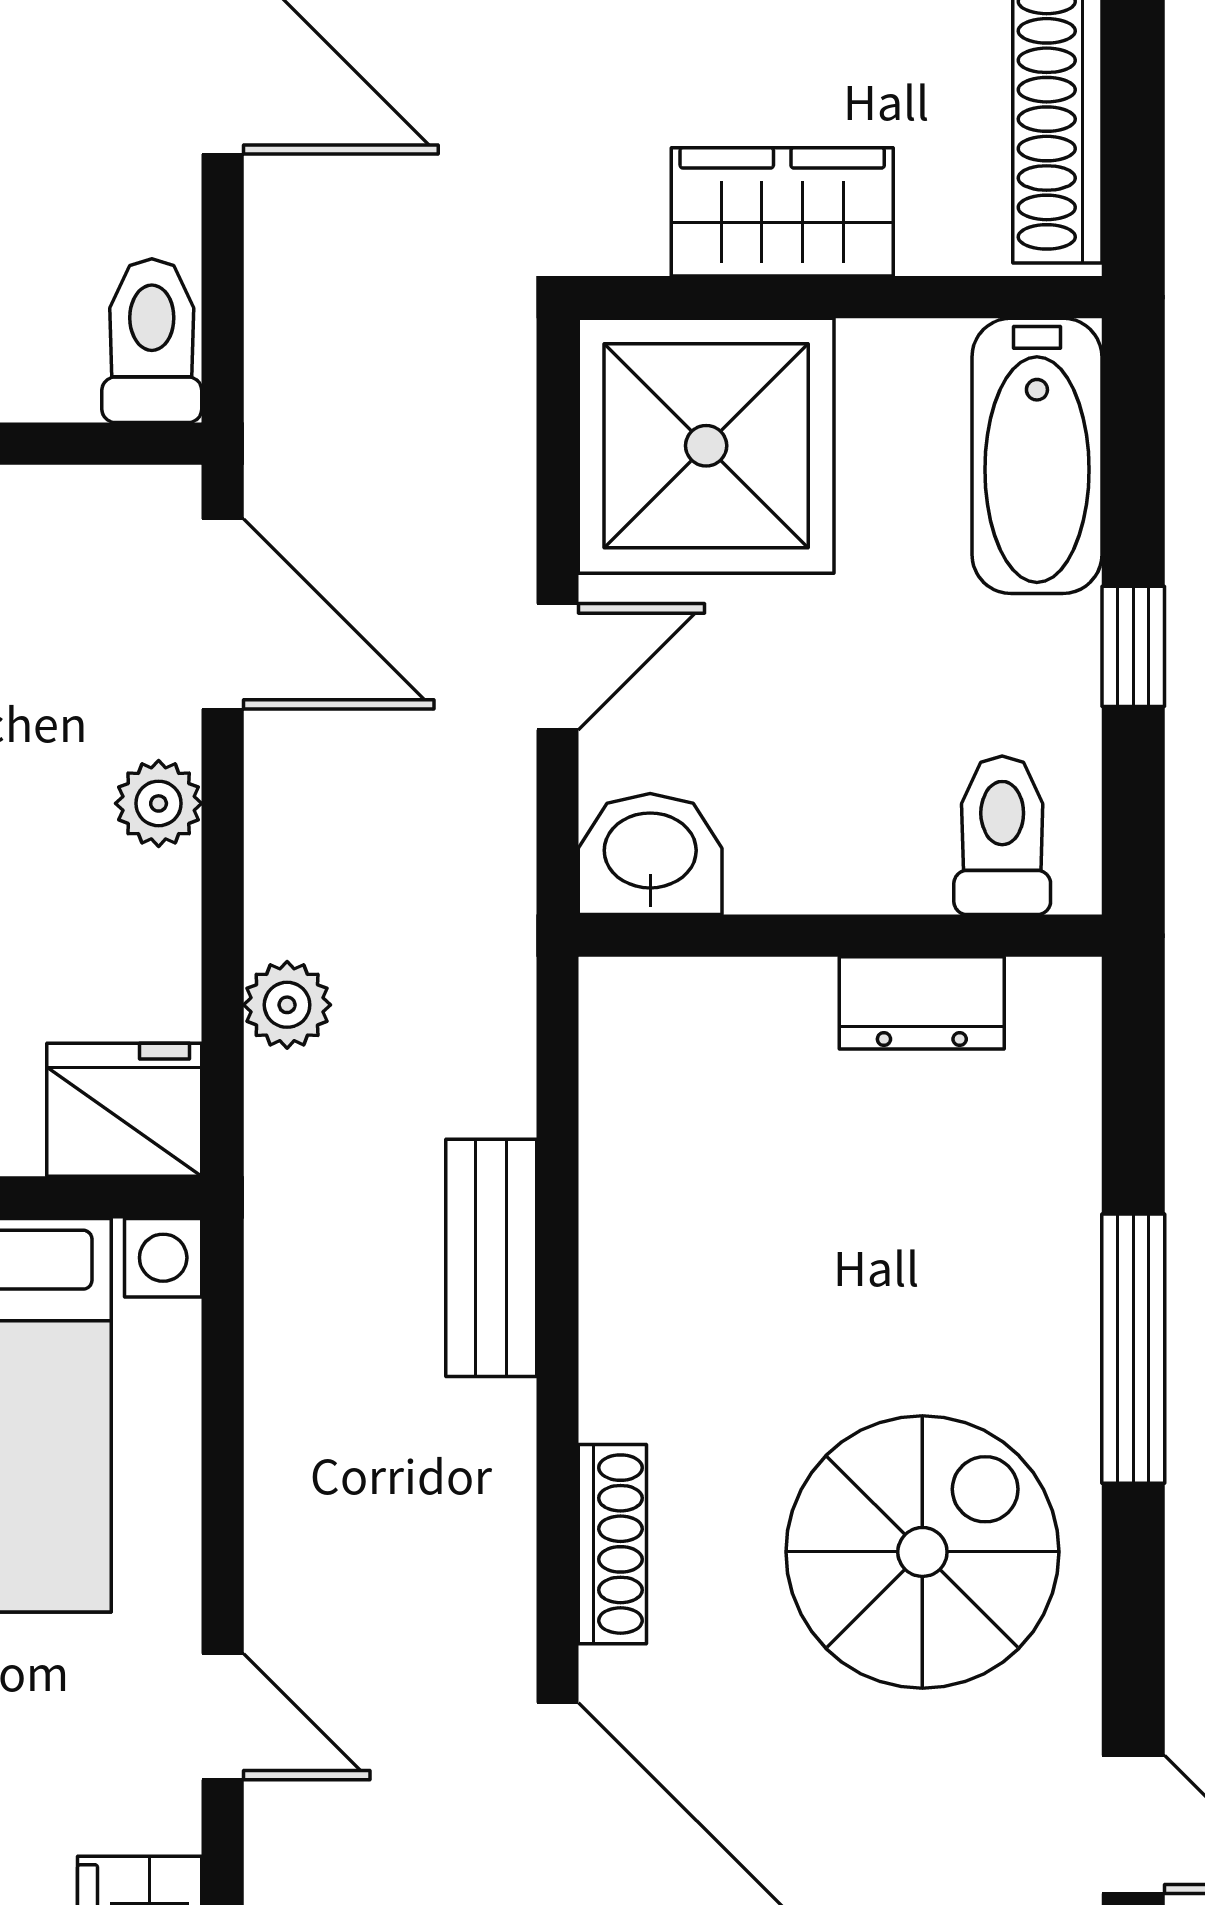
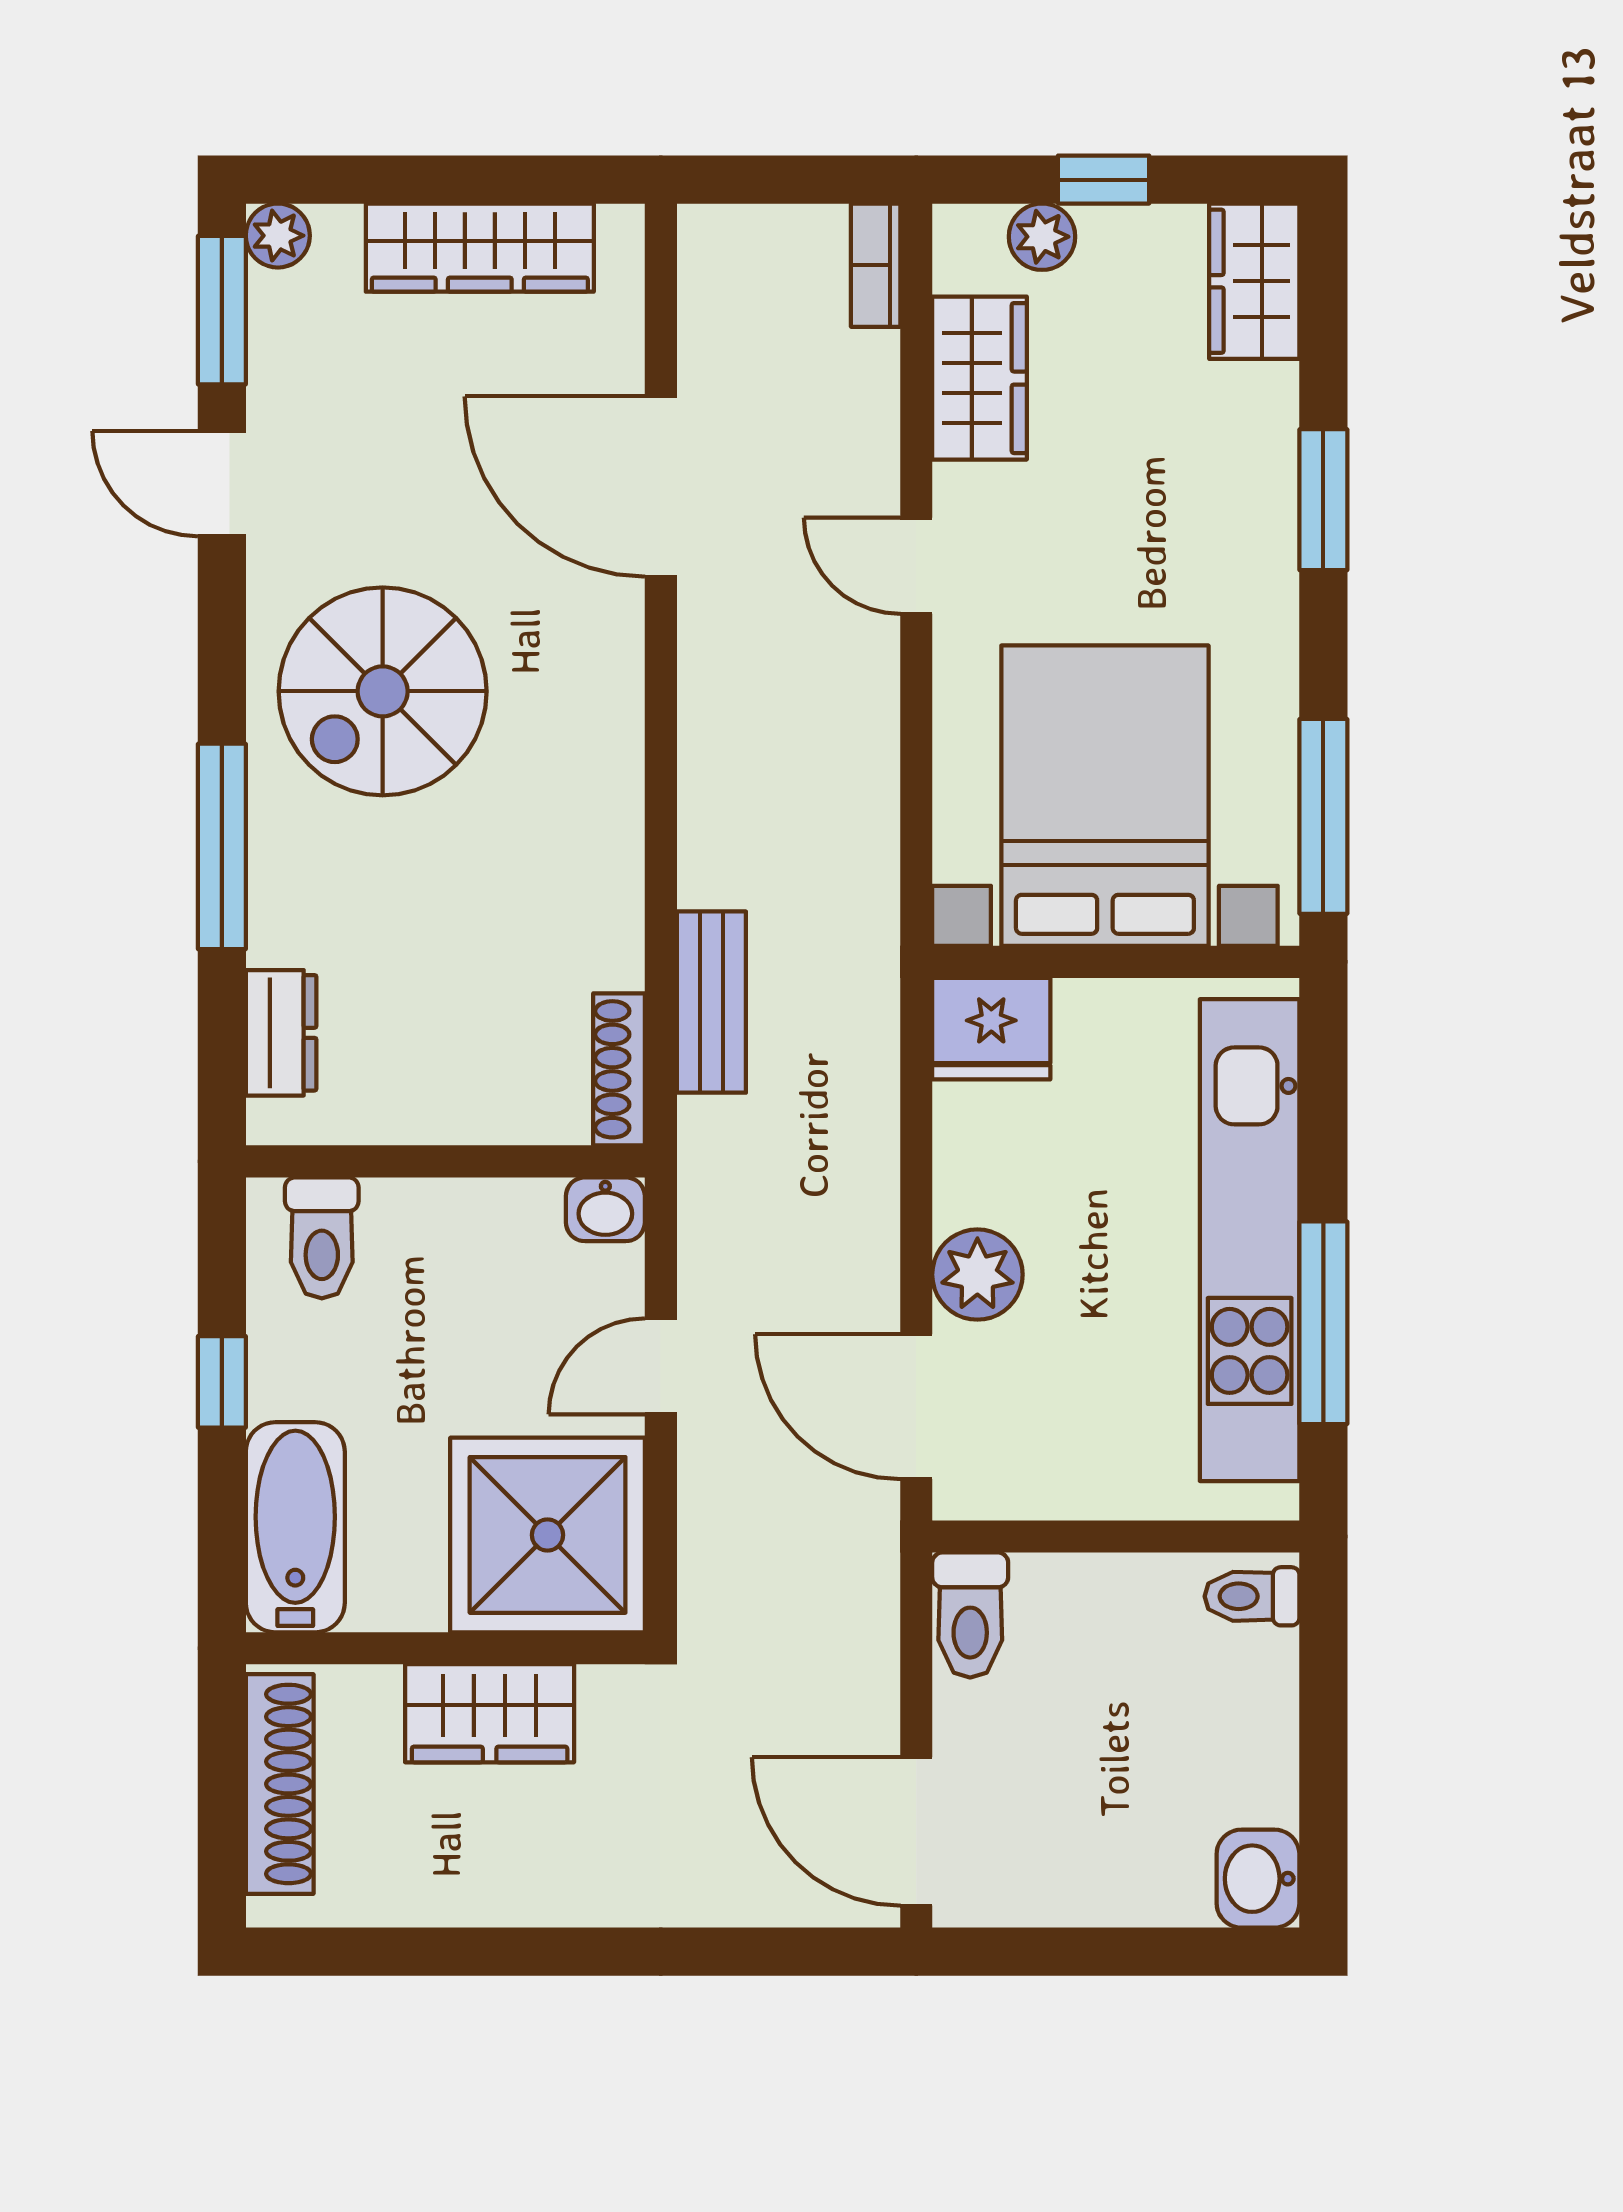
plant: (159, 803) -> (977, 1275), width x1.38, depth x1.38
washbasin: (650, 854) -> (605, 1209), width x0.72, depth x0.69
dresser: (922, 1003) -> (281, 1033), moved, turned 90
plant: (287, 1005) -> (867, 1109), removed
bench: (491, 1258) -> (711, 1002), moved
shoe rack: (612, 1544) -> (619, 1069), moved

